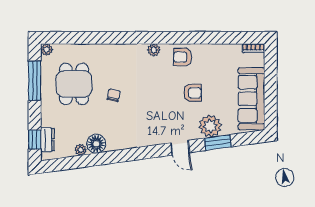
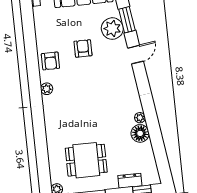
chair: (114, 95) -> (93, 122), removed
dresser: (47, 140) -> (130, 181), moved
plant: (81, 150) -> (140, 118), moved

